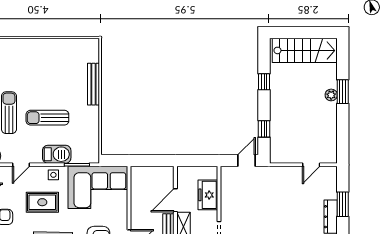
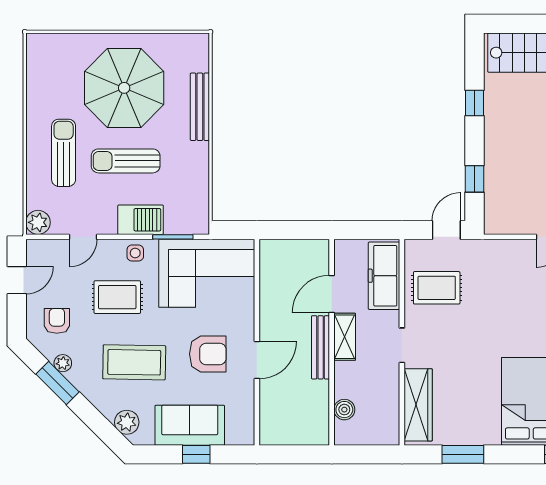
parasol: (47, 72) -> (124, 88), added
freezer: (208, 195) -> (384, 276), width x1.40
rug: (241, 196) -> (437, 288), added

